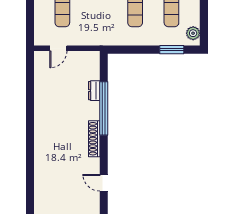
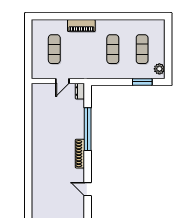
door: (58, 48) -> (62, 81), moved
dresser: (94, 91) -> (80, 91), moved

